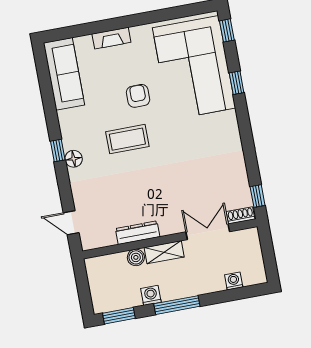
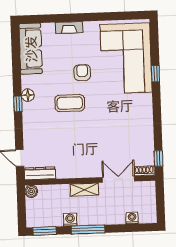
window: (227, 30) -> (154, 35), removed
floor lamp: (74, 159) -> (28, 95), moved
dresser: (138, 233) -> (40, 173), moved
boiler: (136, 257) -> (31, 191), moved

